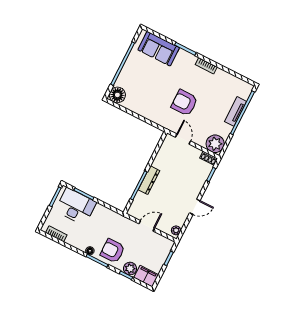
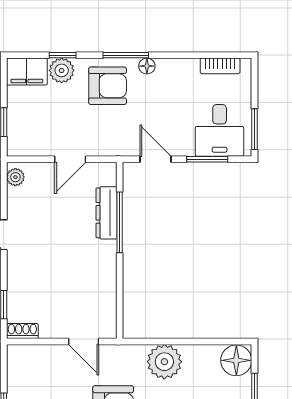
plant: (215, 144) -> (164, 362), moved
dresser: (149, 180) -> (106, 213), moved
desk: (76, 206) -> (220, 130), width x0.73
door: (108, 206) -> (155, 159), added

